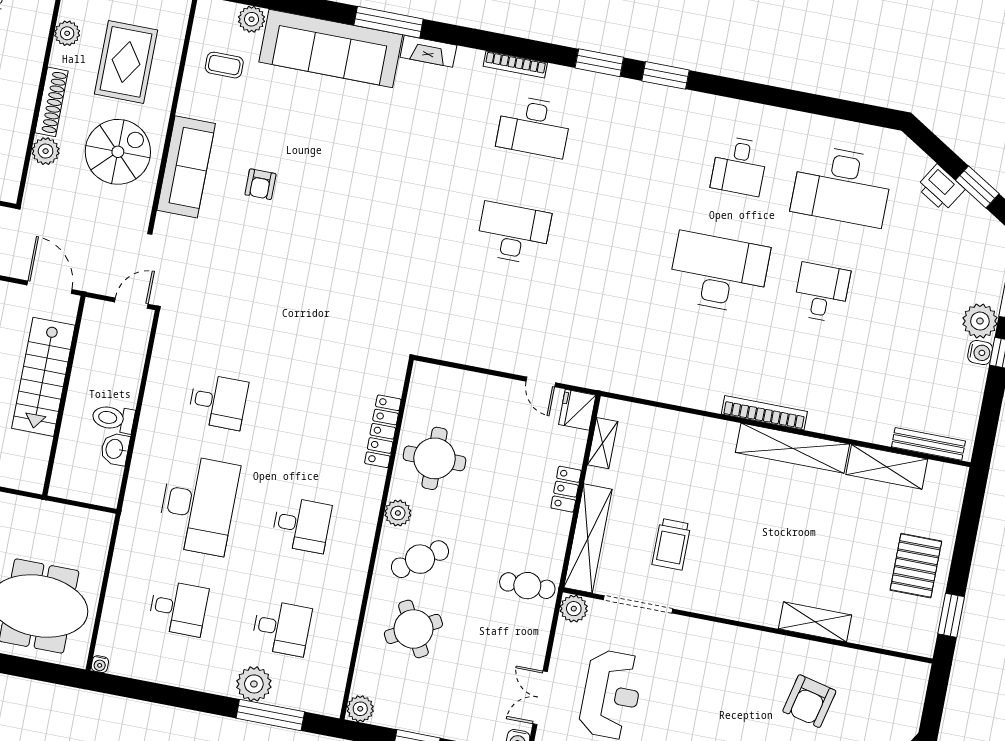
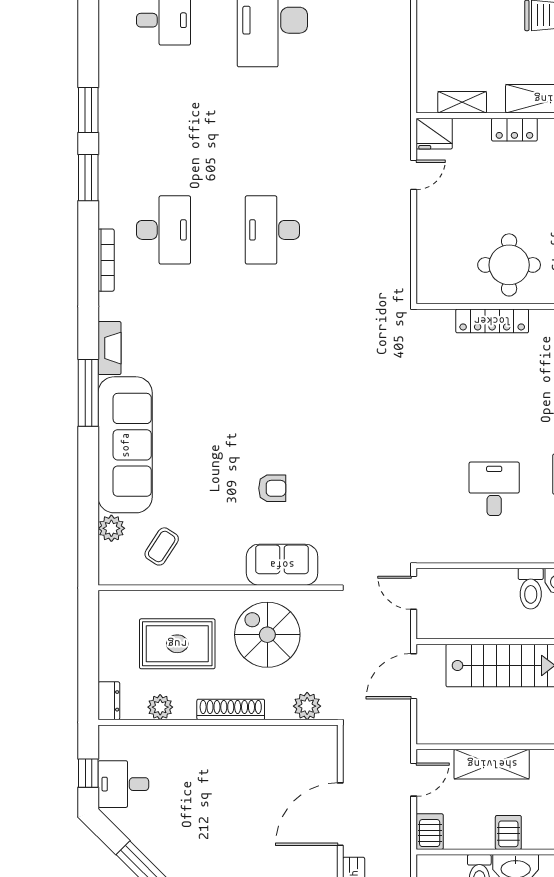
coffee table: (224, 65) -> (162, 546), turned 33
plant: (46, 151) -> (307, 706), moved
sofa: (186, 167) -> (282, 565), width x0.73

